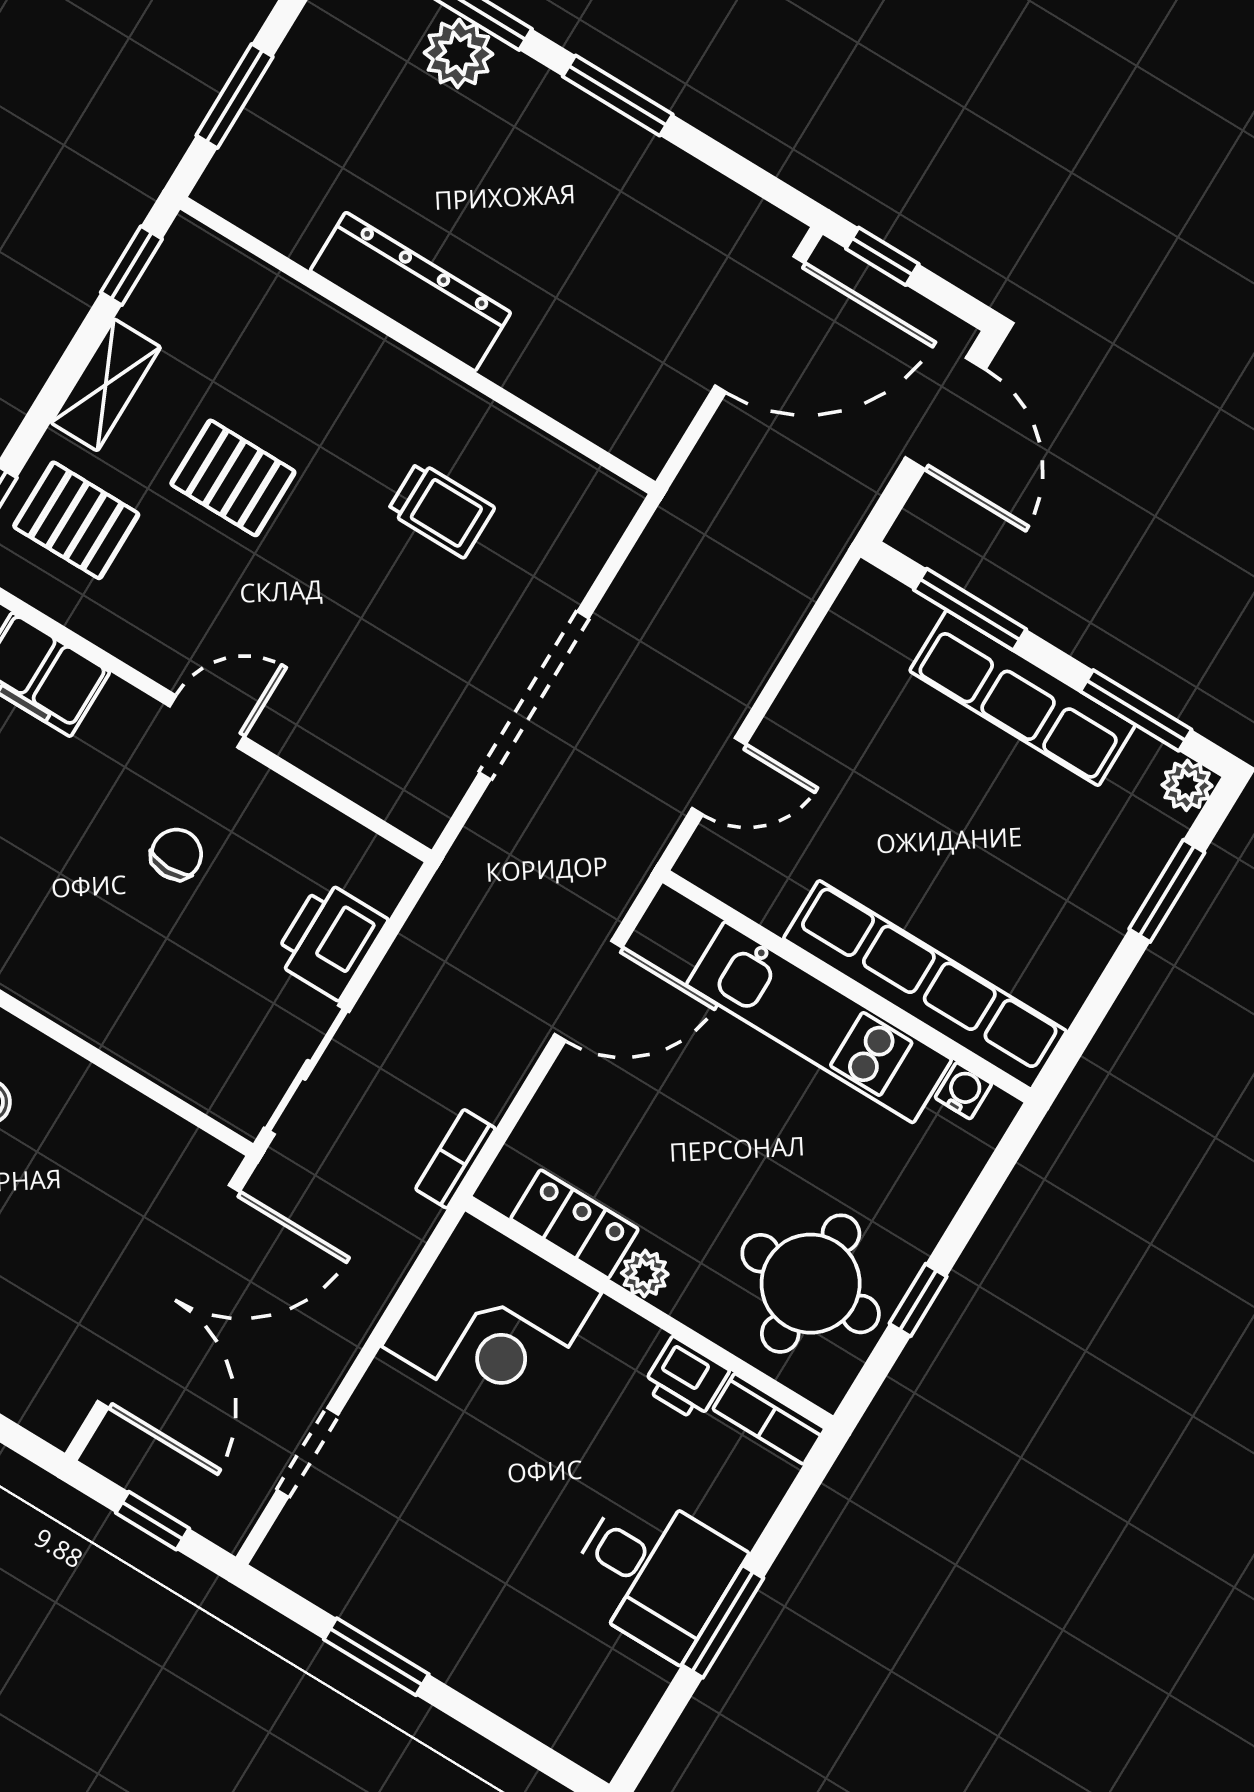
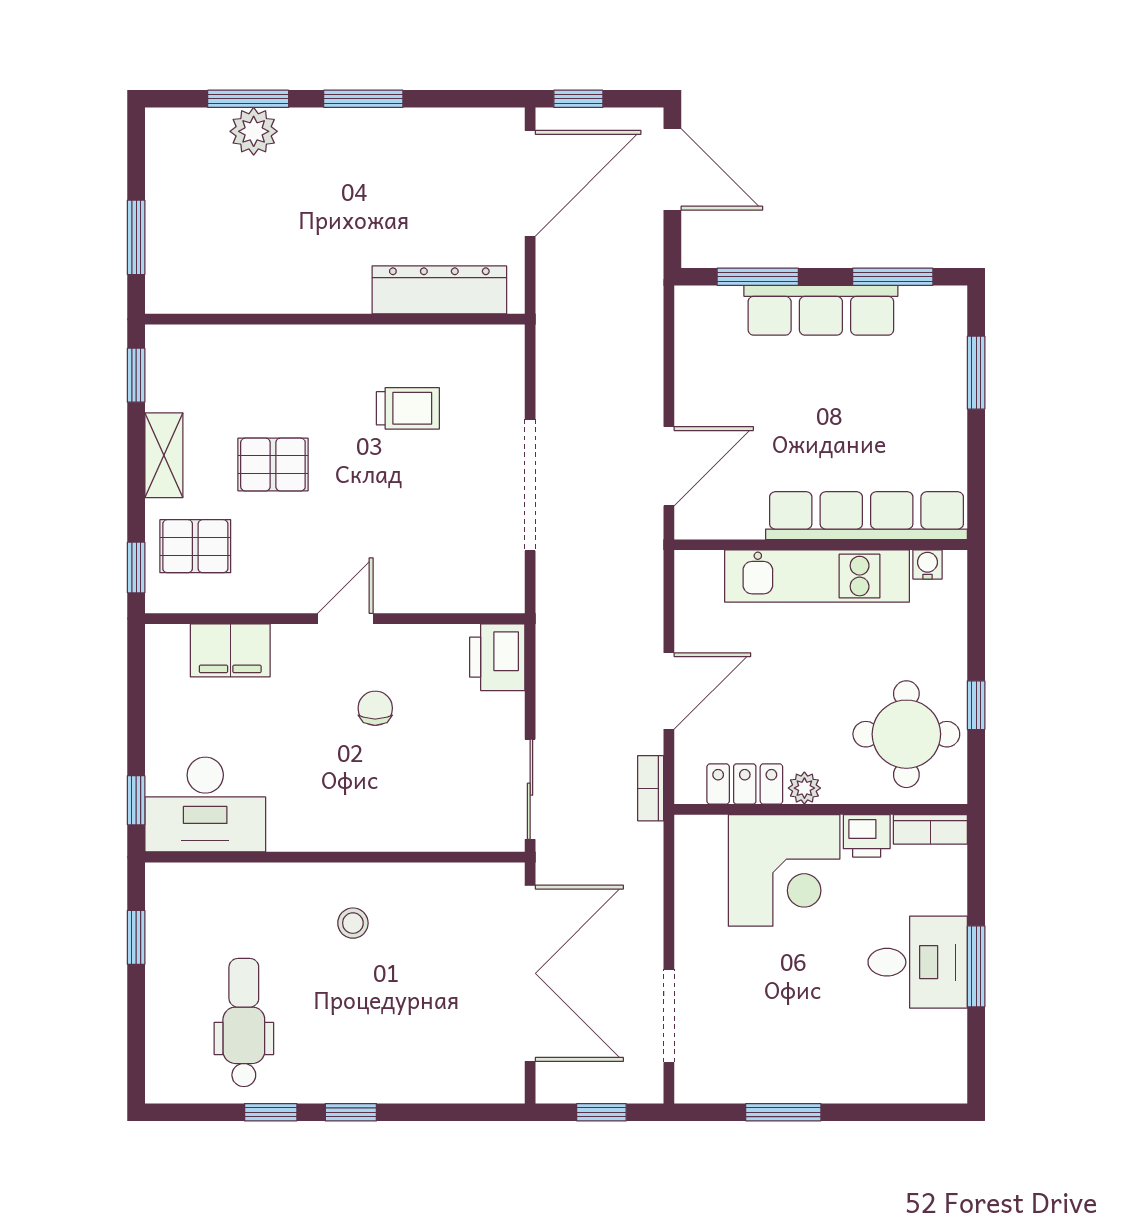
dresser: (410, 292) -> (439, 290), moved
door: (719, 776) -> (669, 466), width x1.37
plant: (1187, 785) -> (950, 303), removed
printer: (330, 940) -> (497, 657), moved
door: (588, 991) -> (669, 691), moved
corner desk: (492, 1319) -> (784, 870), moved
doorway: (308, 1452) -> (669, 1016), width x1.38

